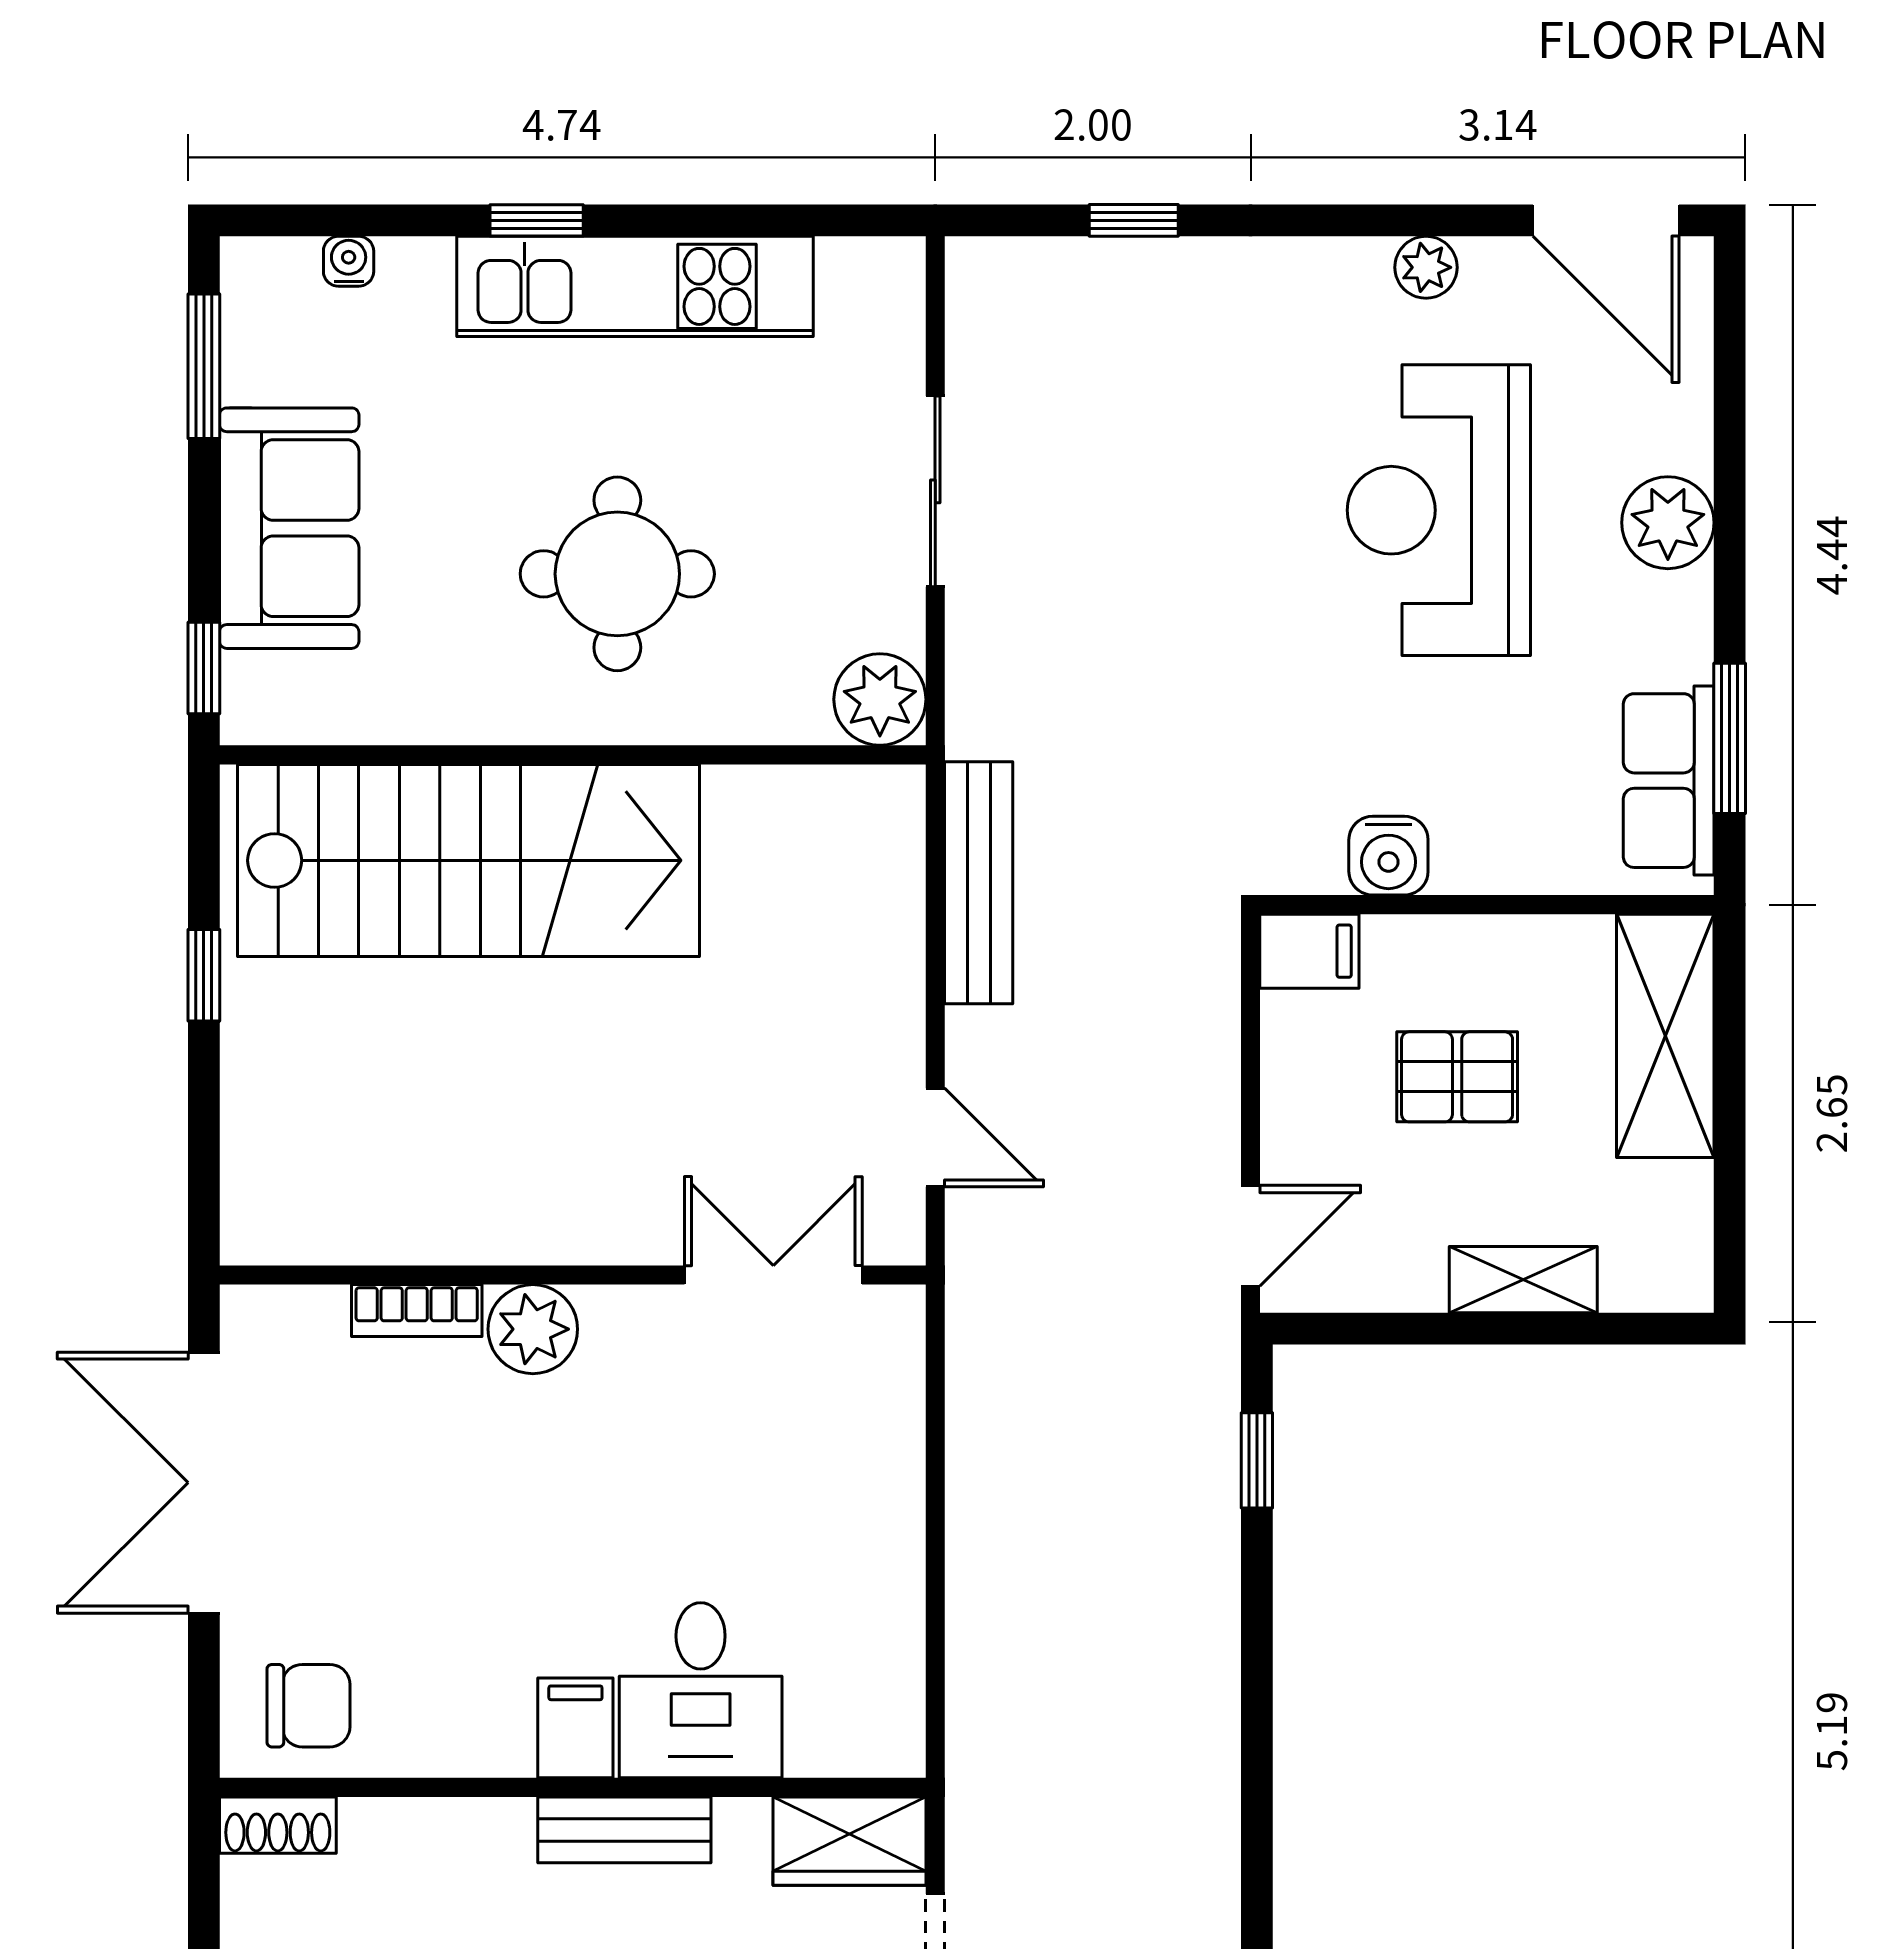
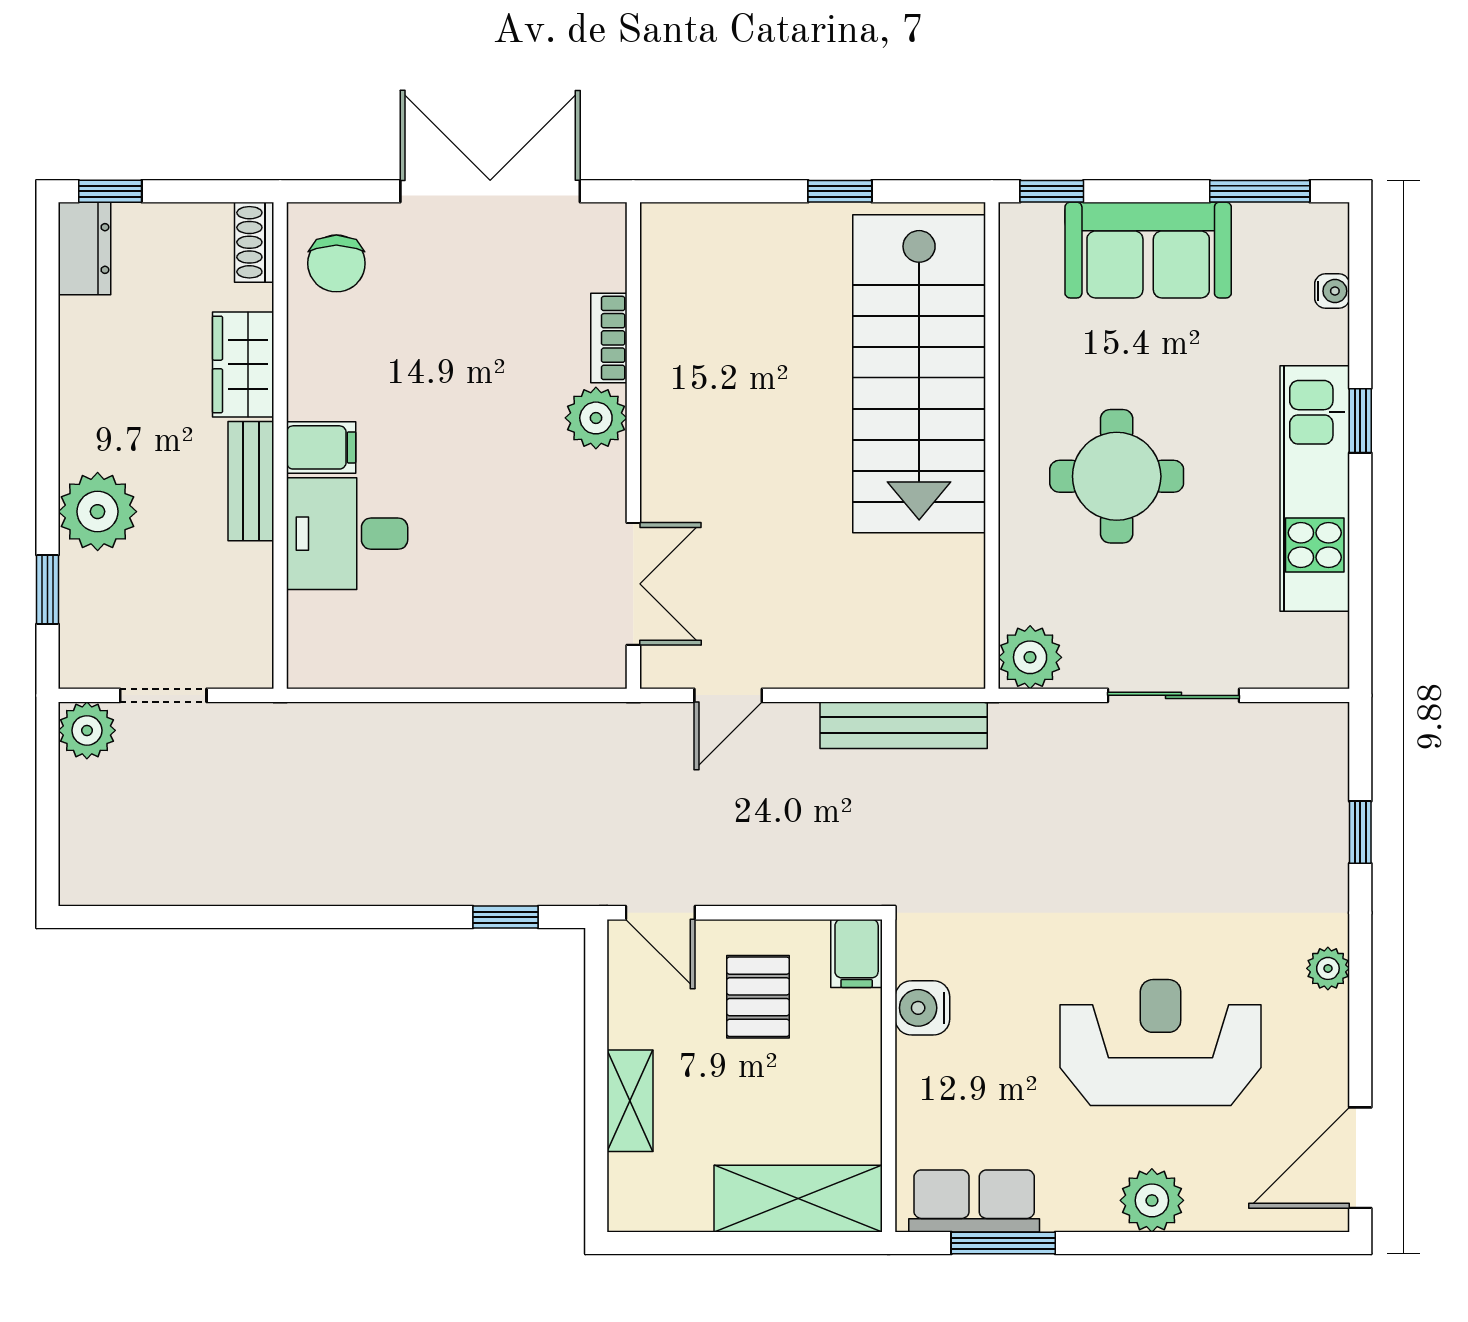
plant: (1426, 267) -> (1328, 968), moved
pallet: (1457, 1077) -> (758, 997), moved
wardrobe: (849, 1841) -> (243, 364), moved

